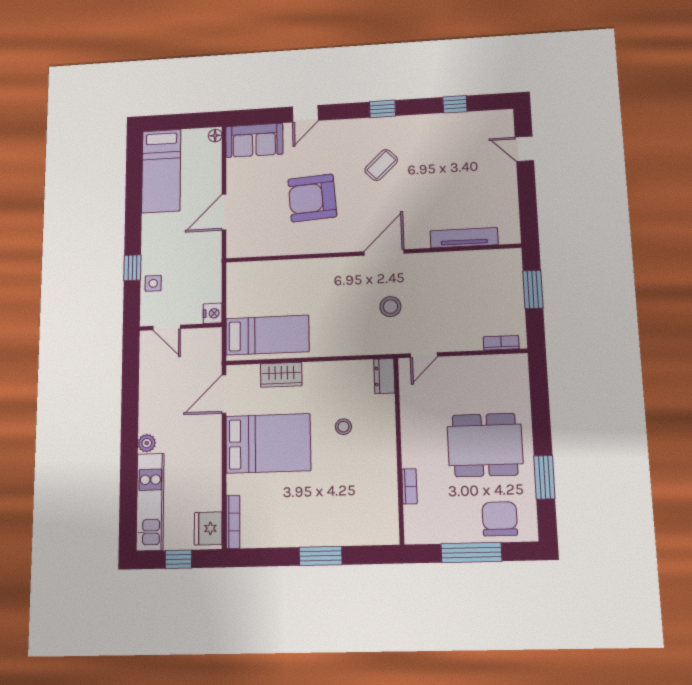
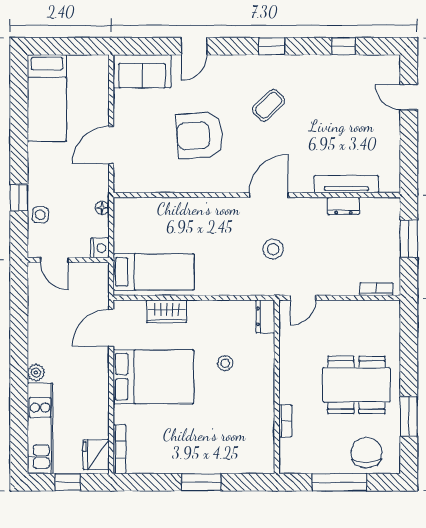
floor lamp: (215, 136) -> (102, 208), moved
dresser: (462, 260) -> (343, 206), added

